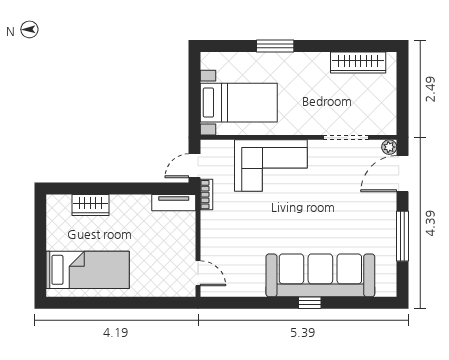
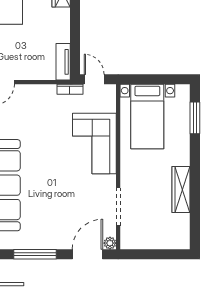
window: (275, 46) -> (195, 118), moved
wardrobe: (358, 63) -> (181, 190), moved
door: (402, 174) -> (87, 254), hinge flipped

